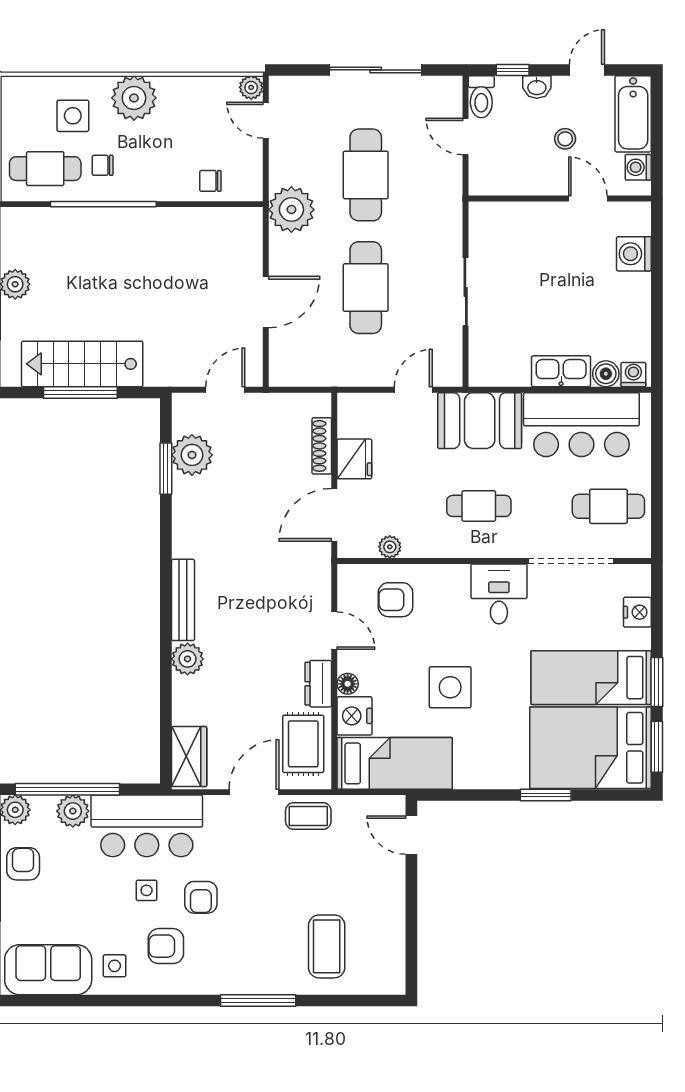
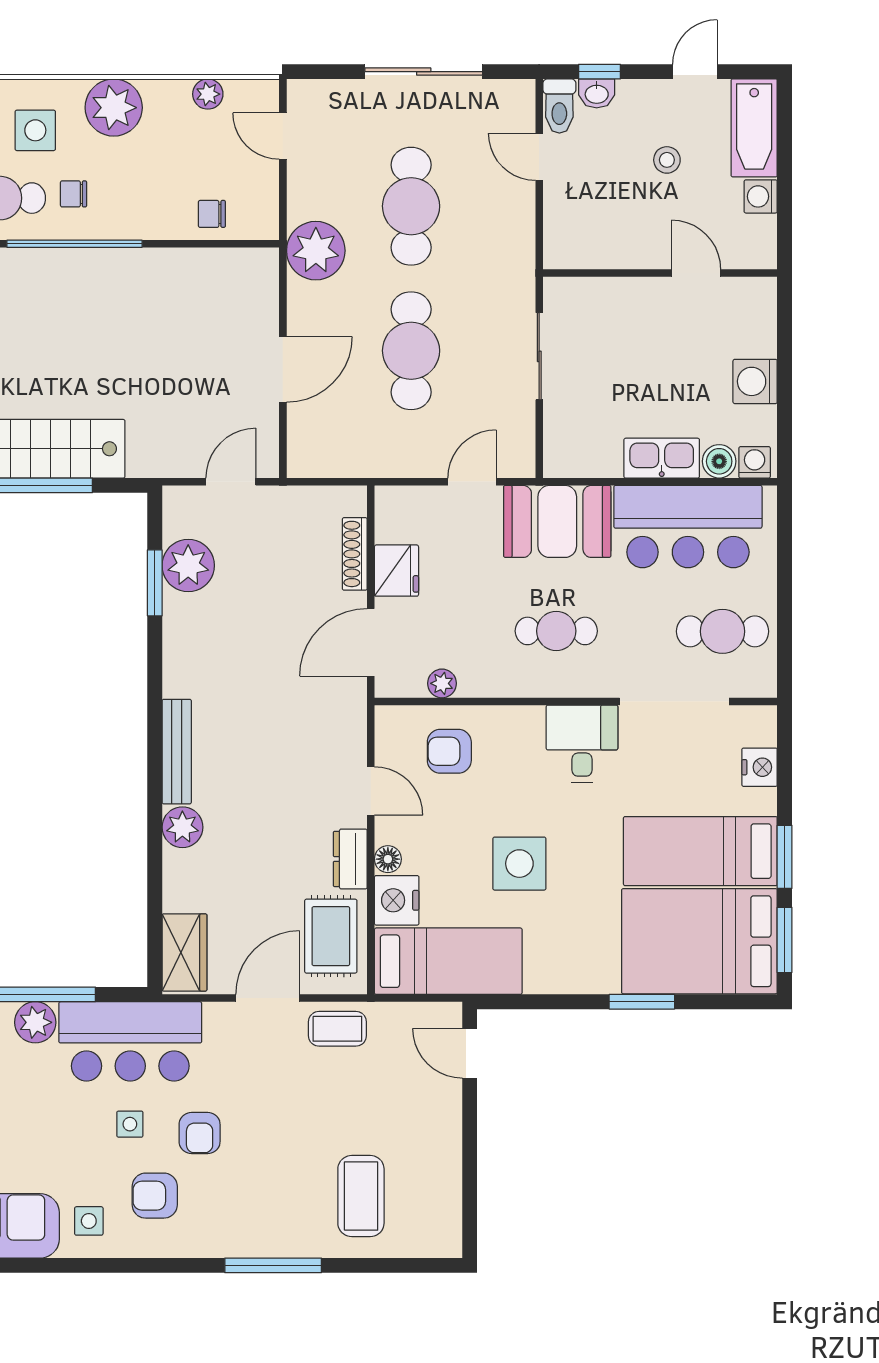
plant: (251, 87) -> (208, 94), moved
washbasin: (537, 87) -> (597, 93), moved
wall: (560, 198) -> (660, 273), moved
door: (588, 198) -> (696, 273), moved
washing machine: (634, 254) -> (755, 381), moved

